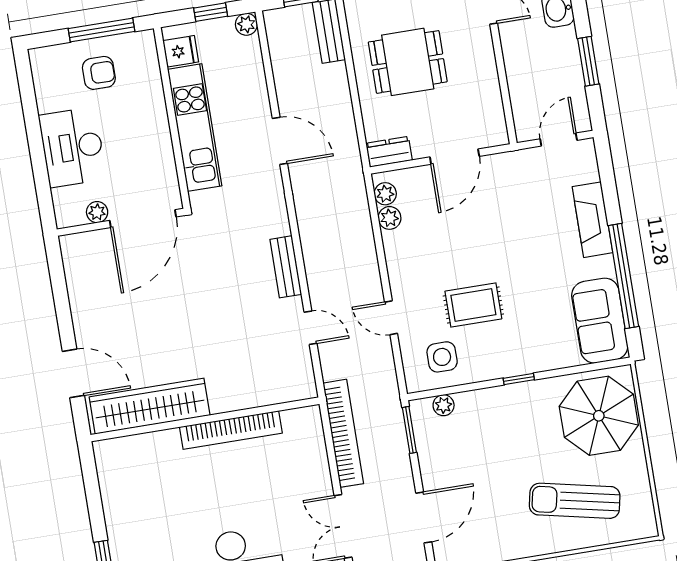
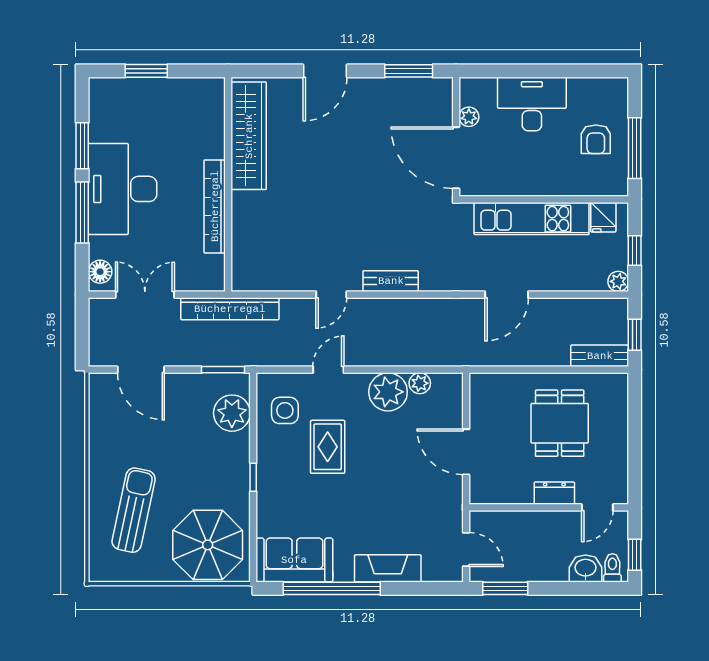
window: (588, 61) -> (505, 588), moved
dresser: (389, 152) -> (554, 493), moved, turned -90
plant: (385, 194) -> (388, 392), moved, width x1.87, depth x1.87
window: (59, 284) -> (409, 71), added
plant: (444, 405) -> (232, 413), width x1.87, depth x1.87
wardrobe: (150, 406) -> (249, 136), moved
wall: (205, 419) -> (228, 184), moved
bookcase: (231, 430) -> (215, 206), moved

